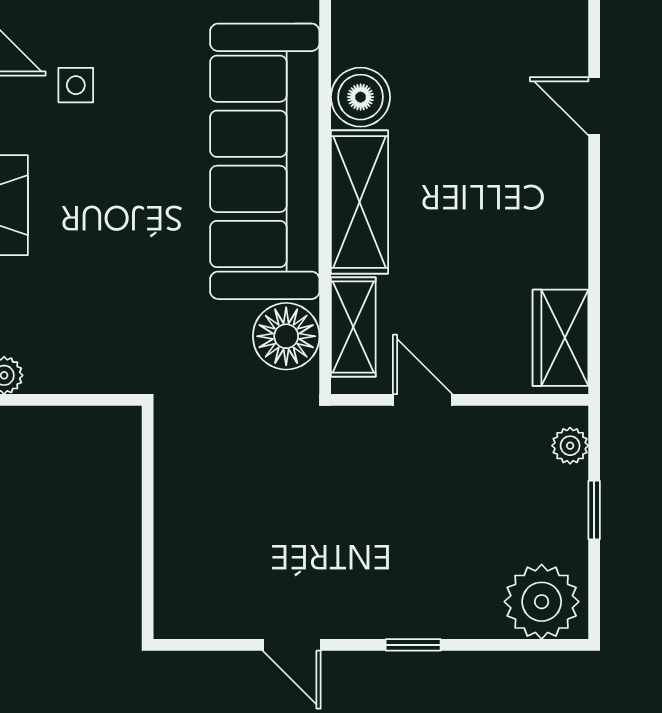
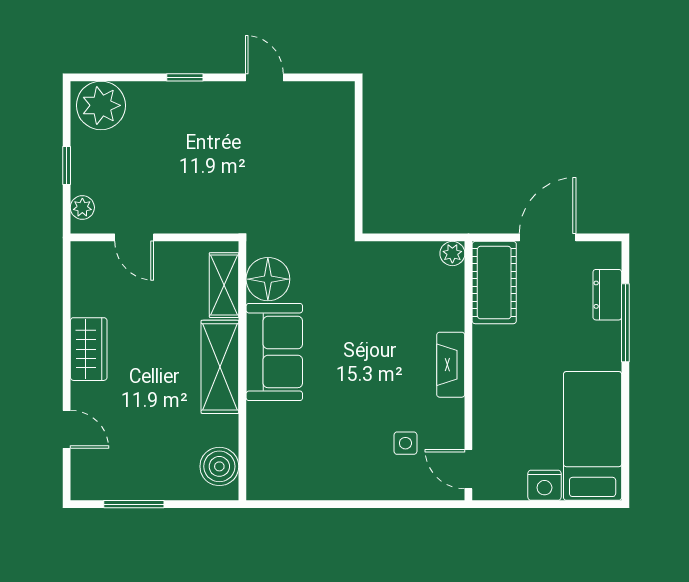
boiler: (361, 97) -> (219, 466), moved
sofa: (265, 161) -> (274, 352), width x0.54, depth x0.79
wardrobe: (560, 338) -> (89, 349), moved
door: (423, 400) -> (134, 237), moved

